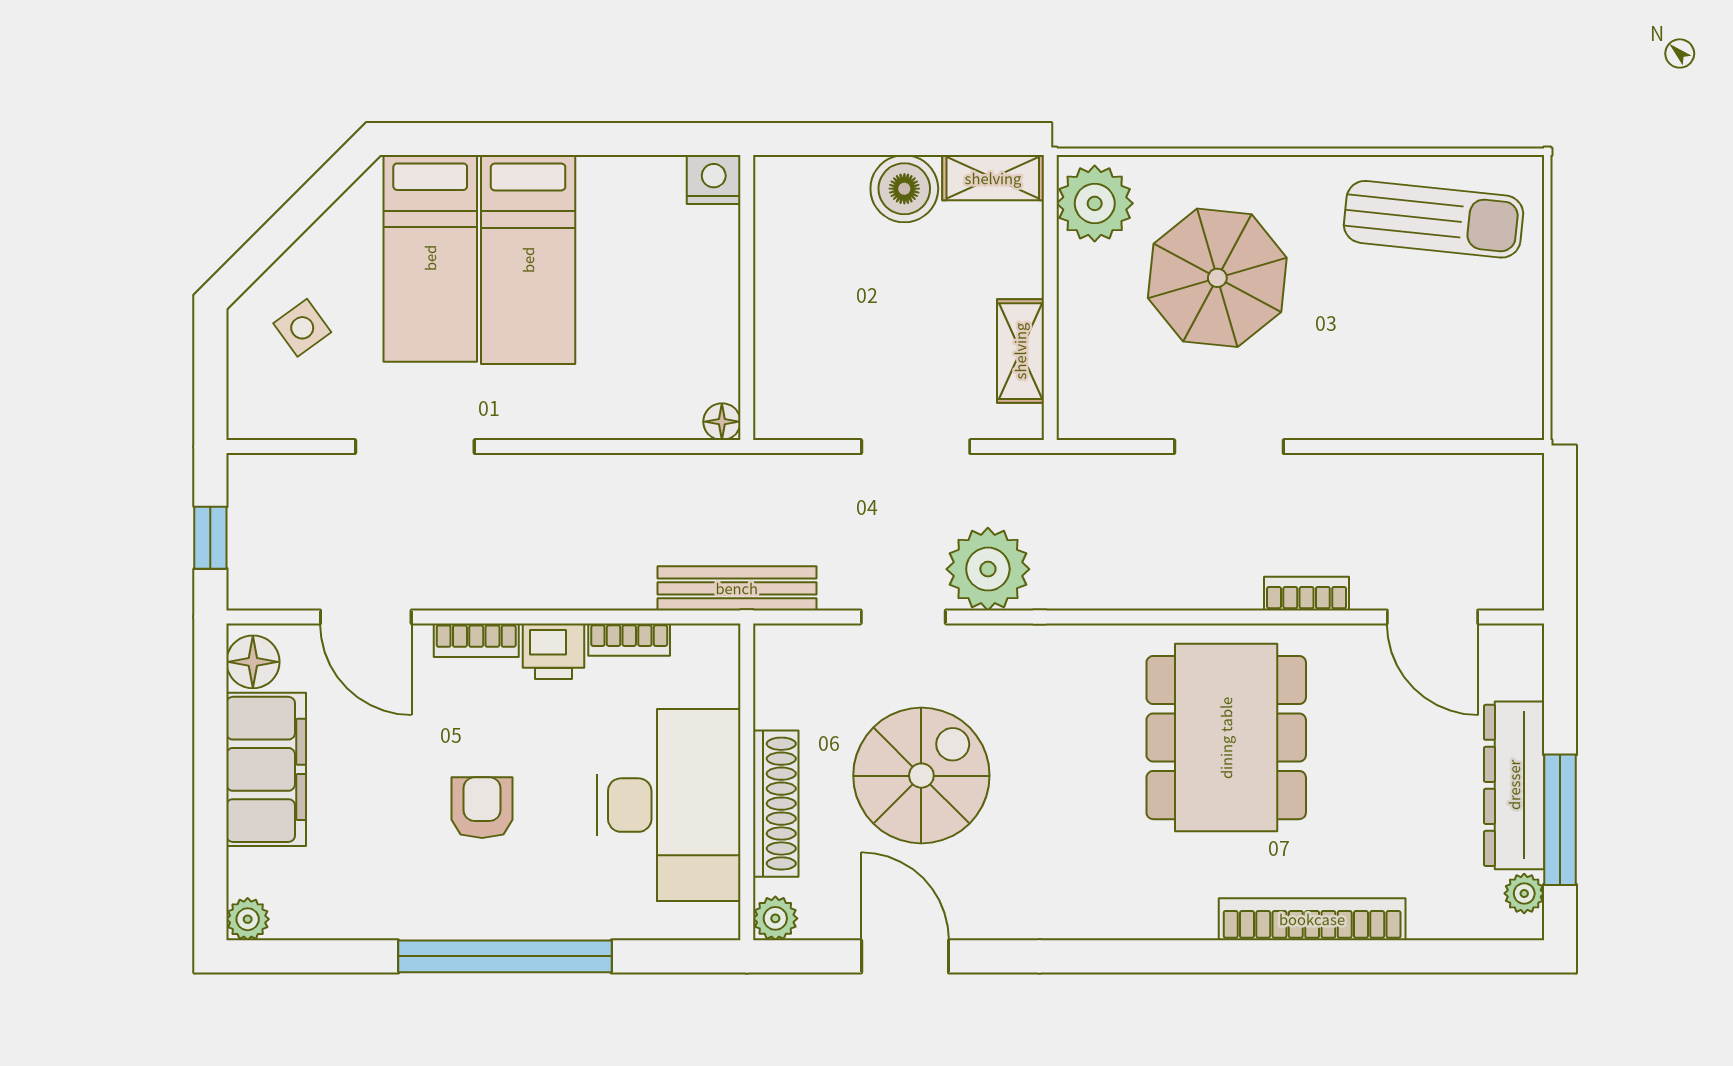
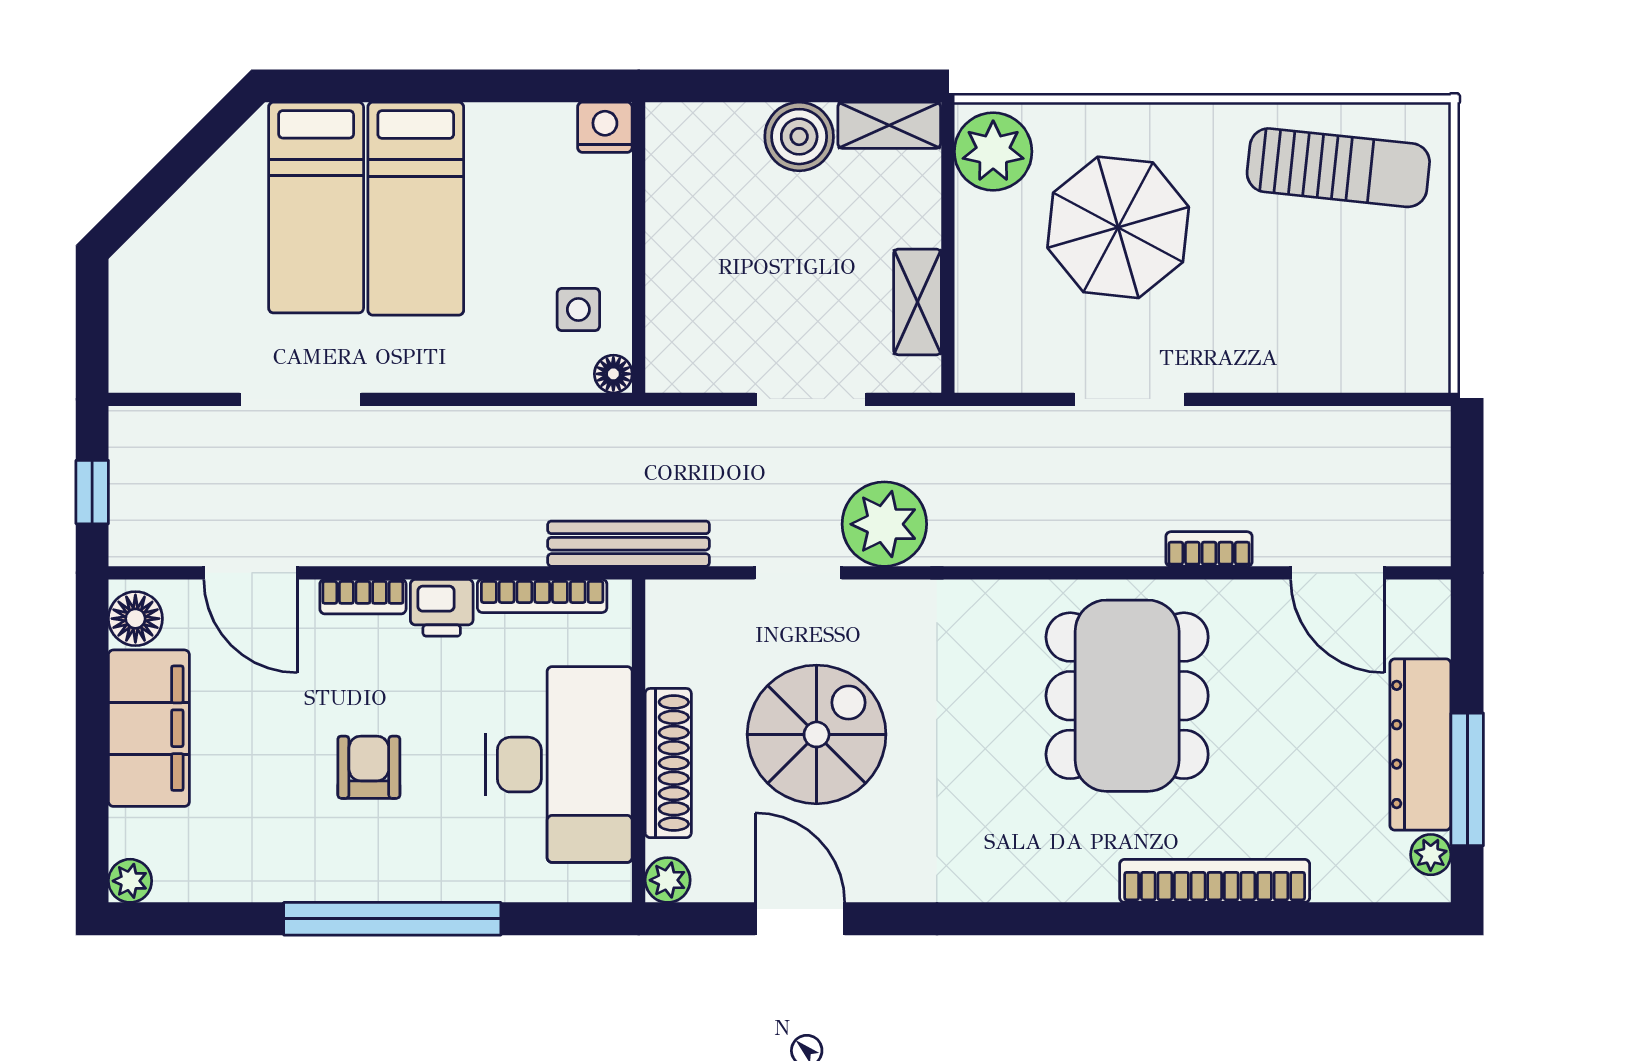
side table: (302, 328) -> (578, 309), moved, turned 36
bookcase: (629, 640) -> (542, 596), width x1.56

